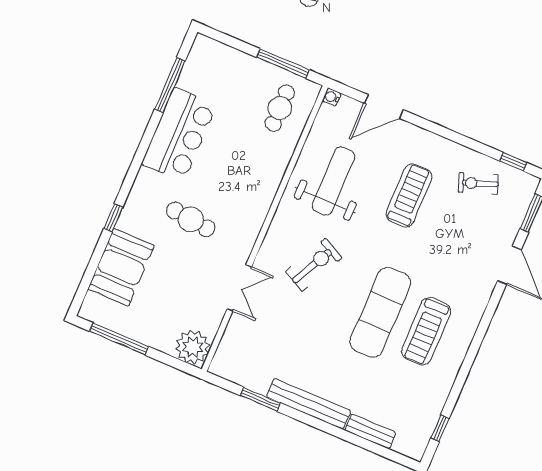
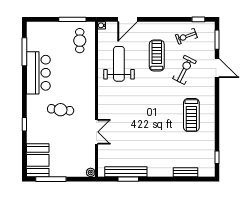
exercise bike: (314, 265) -> (184, 70), moved
booth: (121, 267) -> (38, 160), moved
exercise mat: (380, 312) -> (167, 115), removed
plant: (193, 347) -> (91, 172), width x0.53, depth x0.53
bench: (309, 404) -> (126, 172), moved

